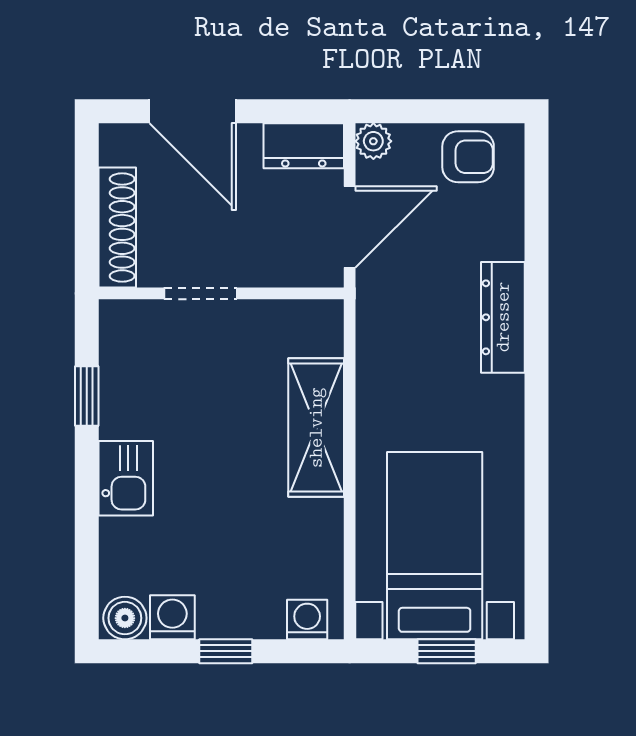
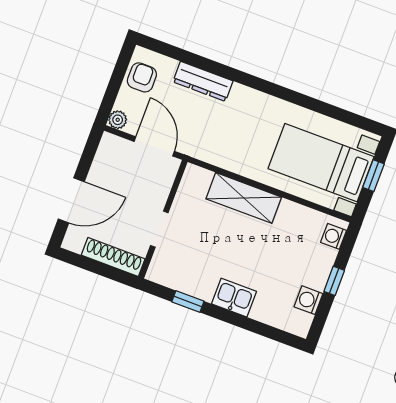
dresser: (304, 146) -> (107, 154), removed
dresser: (503, 317) -> (203, 81), moved
boiler: (125, 618) -> (300, 323), removed

